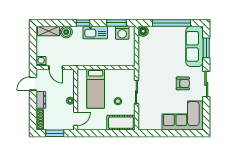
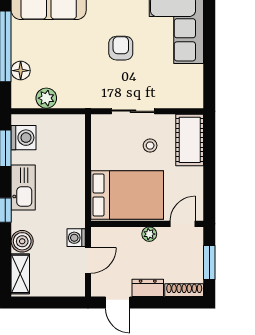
floor lamp: (143, 31) -> (21, 71), moved
plant: (144, 45) -> (46, 98), added
washing machine: (41, 61) -> (76, 238), moved
armchair: (183, 83) -> (121, 48), moved
bed: (96, 89) -> (127, 195), width x1.50
door: (76, 119) -> (183, 224), hinge flipped

